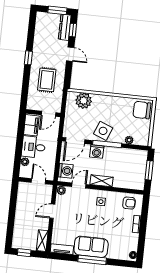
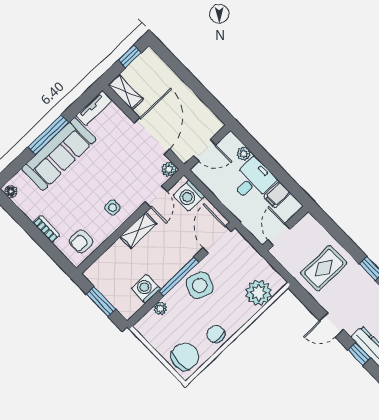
rug: (47, 80) -> (324, 268), turned 90
chair: (119, 104) -> (216, 334), added
filing cabinet: (31, 125) -> (277, 195), width x0.50
washing machine: (97, 151) -> (146, 289), moved
door: (52, 211) -> (152, 136), width x1.87
sofa: (91, 247) -> (59, 154), width x1.36

